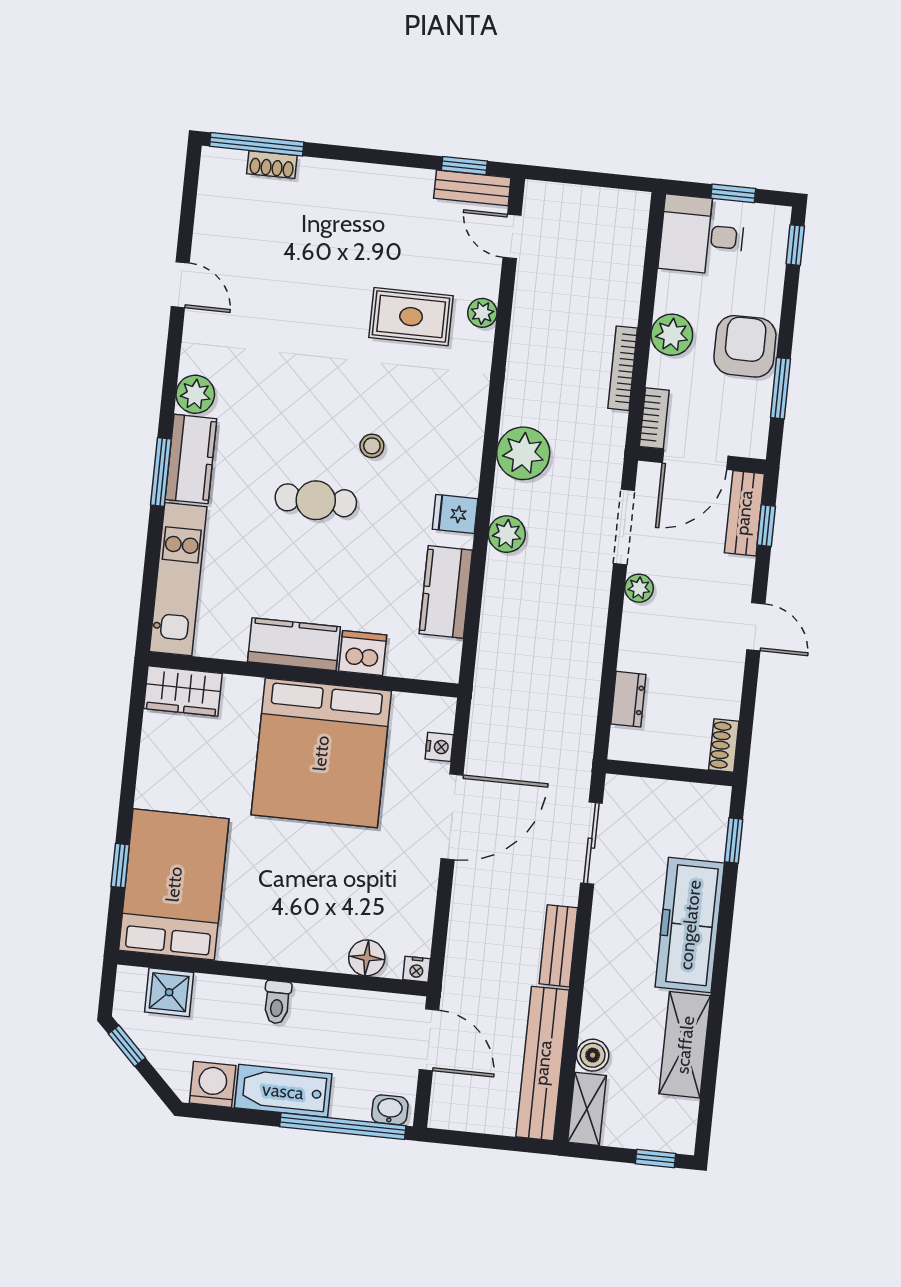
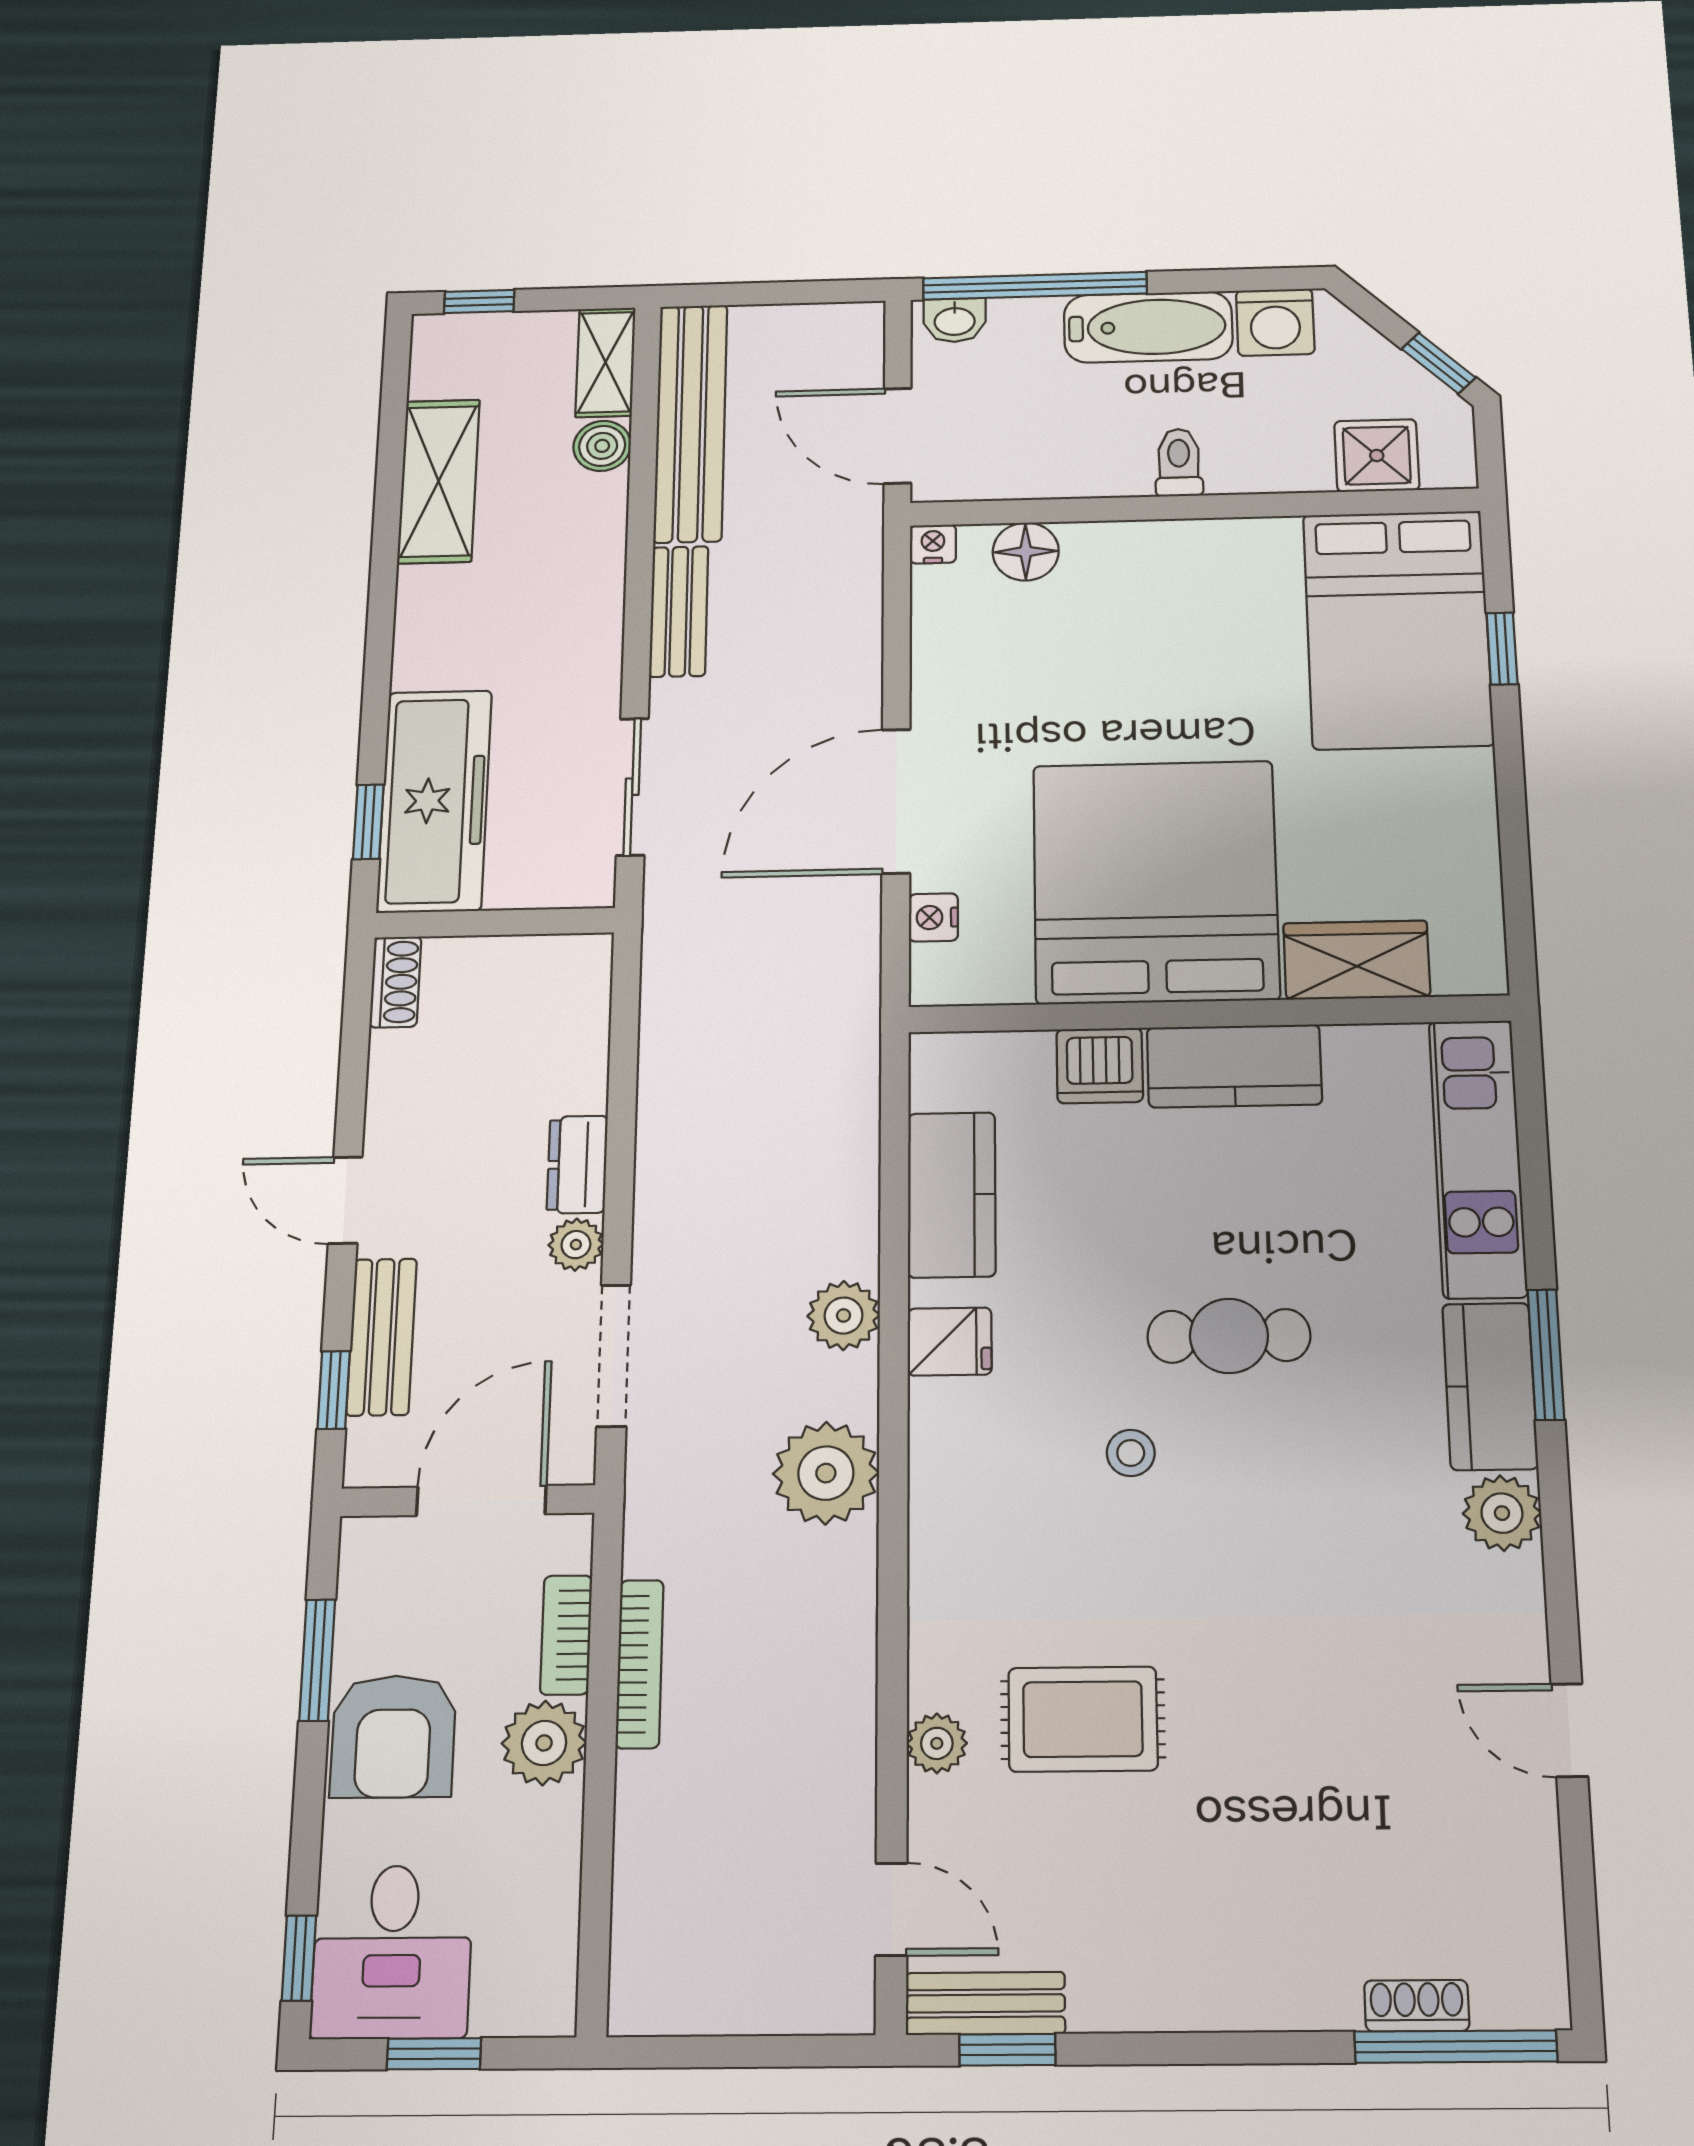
desk: (702, 235) -> (392, 1952), moved, turned 90
bookcase: (654, 418) -> (566, 1635), moved
bench: (744, 513) -> (382, 1337), moved
wardrobe: (183, 691) -> (1357, 960), moved
dresser: (628, 699) -> (577, 1164), moved
freezer: (690, 925) -> (435, 801), moved

